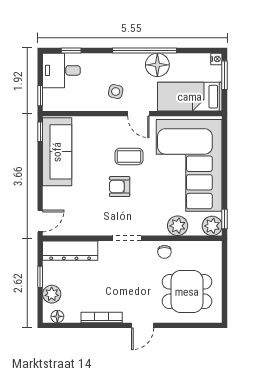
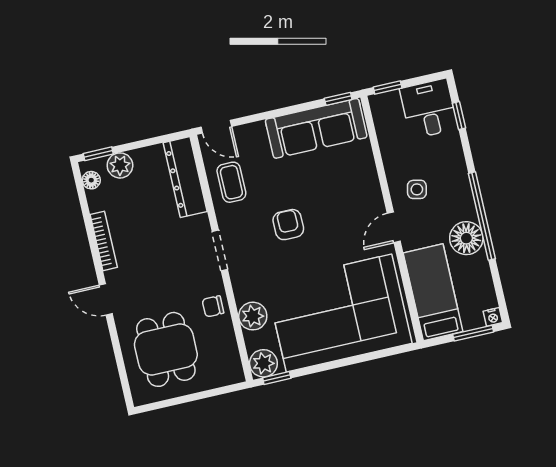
coffee table: (129, 156) -> (231, 182), moved
window: (40, 277) -> (98, 154), moved

